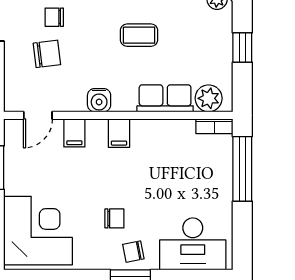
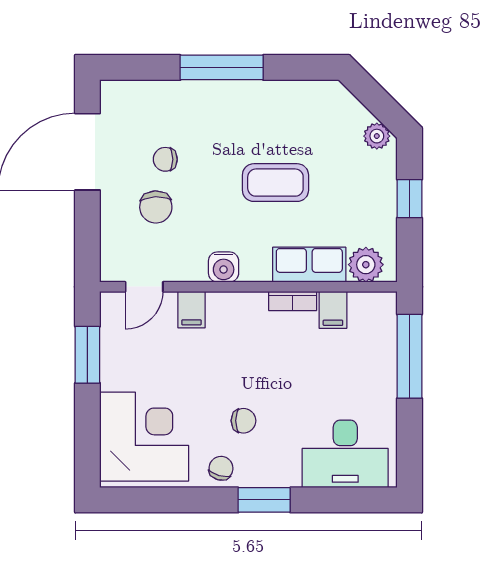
coffee table: (139, 35) -> (275, 183), width x1.36, depth x1.30
chair: (47, 54) -> (156, 207), turned 95
bookcase: (214, 126) -> (293, 301), moved
filing cabinet: (119, 133) -> (333, 310), moved
chair: (133, 252) -> (221, 468), moved, turned 117

